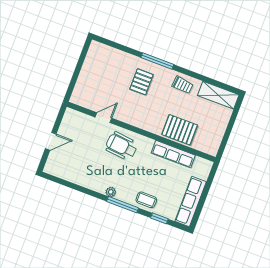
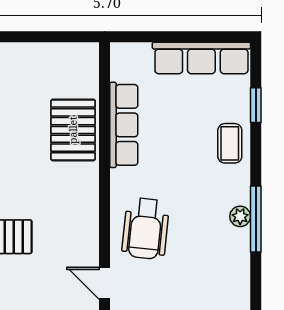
window: (123, 205) -> (256, 219), moved

